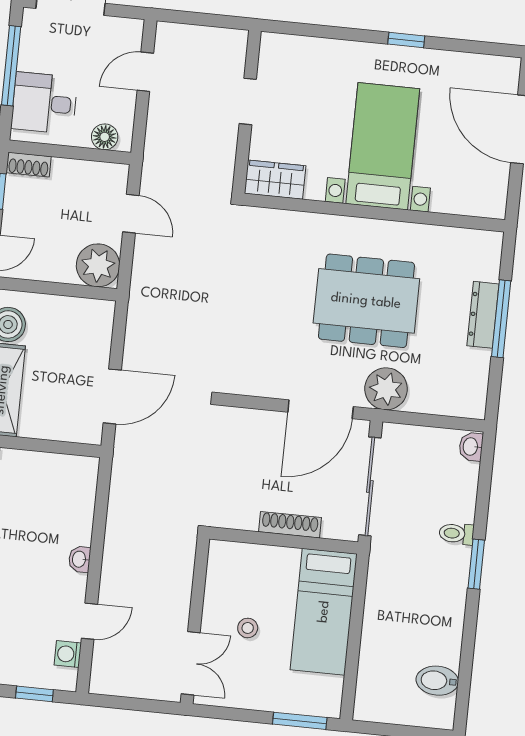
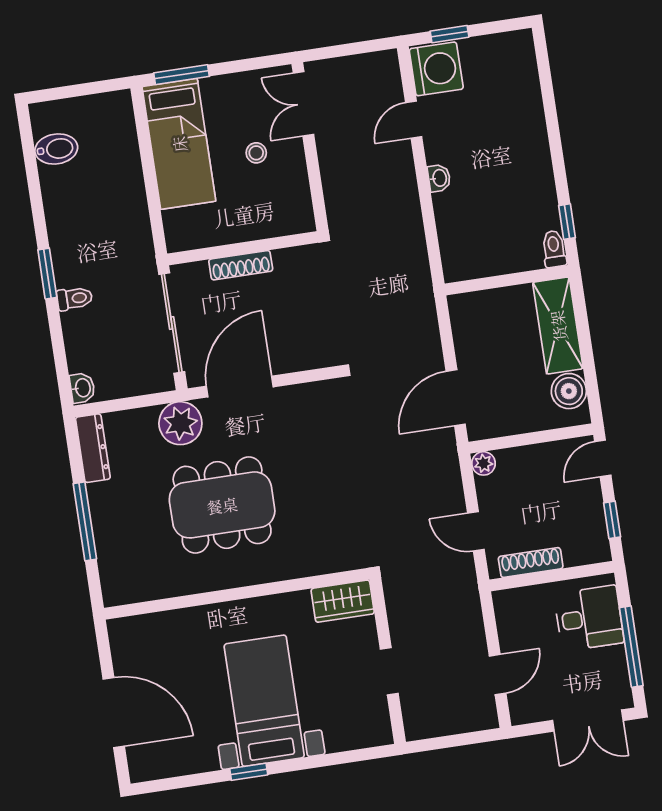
floor lamp: (105, 137) -> (521, 600), removed
bed with nightstands: (383, 146) -> (264, 701), moved, turned 180
shoe rack: (29, 165) -> (531, 563), moved, width x1.43
plant: (98, 265) -> (484, 463), width x0.53, depth x0.53
dresser: (483, 315) -> (93, 448), moved
door: (112, 396) -> (456, 398), moved
bed: (324, 612) -> (179, 144), moved, turned 180
washing machine: (68, 654) -> (436, 69), width x1.89, depth x1.89

